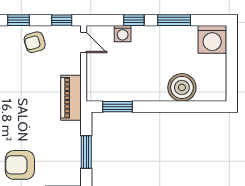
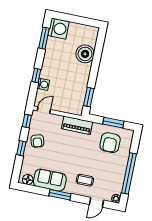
window: (174, 20) -> (44, 38), moved
armchair: (20, 165) -> (110, 143), moved

